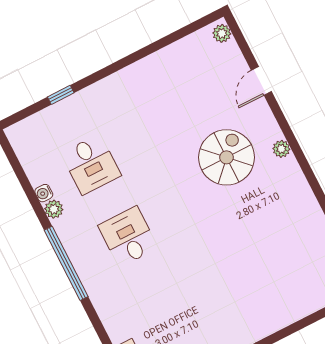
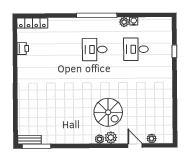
plant: (222, 33) -> (152, 139), moved
plant: (269, 130) -> (111, 138), added
desk: (128, 237) -> (95, 49), turned 180

